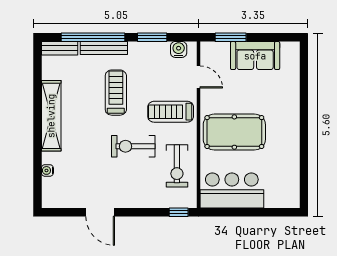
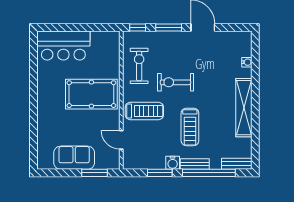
bench: (104, 48) -> (195, 164), width x0.73
water cooler: (179, 49) -> (173, 163), moved
exercise bike: (133, 146) -> (175, 82), turned 180
bar counter: (232, 190) -> (63, 46), moved
window: (141, 212) -> (169, 27), added

